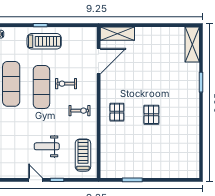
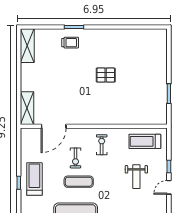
shelving: (192, 44) -> (27, 46), moved, turned 90
door: (99, 61) -> (54, 126), swing flipped
trolley: (185, 78) -> (70, 43), added
exercise mat: (41, 87) -> (79, 182), width x0.73, depth x0.69
pallet: (117, 112) -> (103, 108), removed

